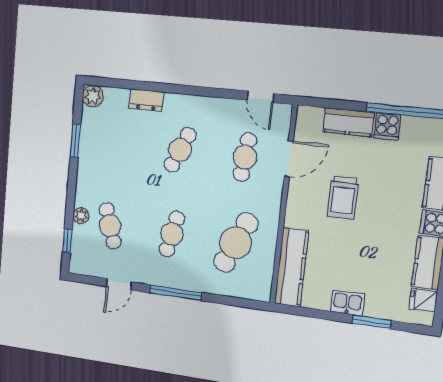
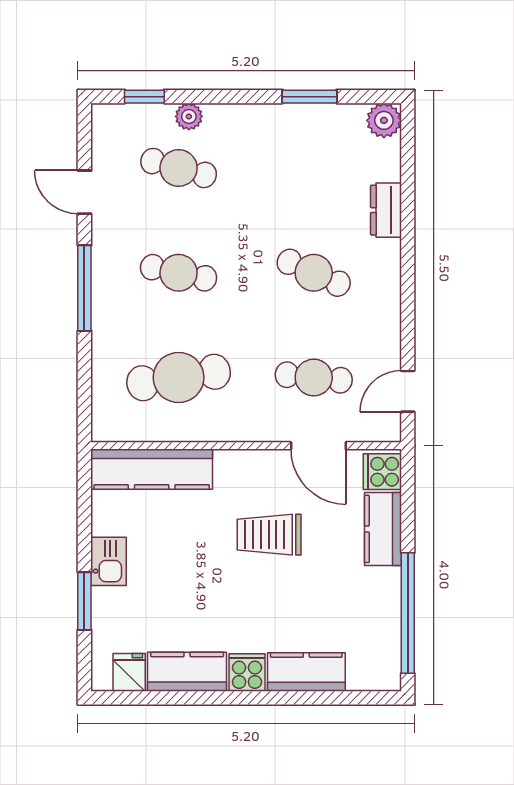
cooker: (387, 126) -> (382, 472), moved
cafe table: (110, 226) -> (179, 168), turned 33
cafe table: (236, 243) -> (179, 377), turned -33

